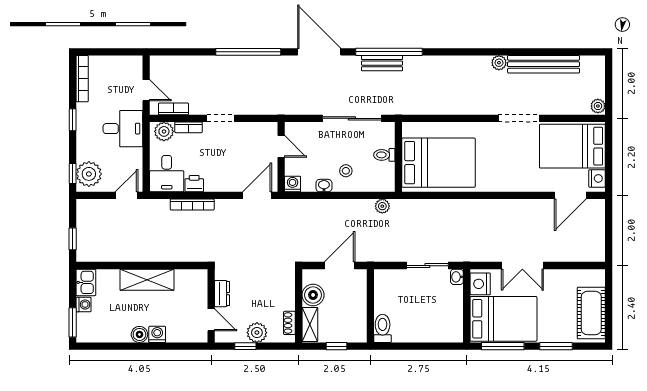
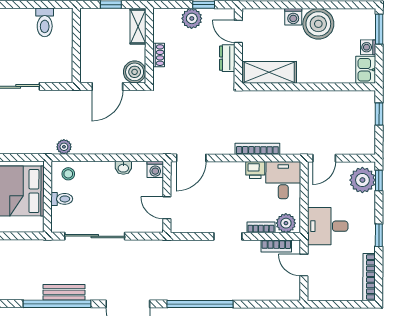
stool: (346, 171) -> (68, 174), moved
shelving: (147, 280) -> (269, 72), moved
boiler: (313, 295) -> (135, 72), moved
shoe rack: (289, 323) -> (159, 55), moved
toilet: (383, 328) -> (45, 22), moved
boiler: (139, 334) -> (318, 24), width x1.86, depth x1.86

